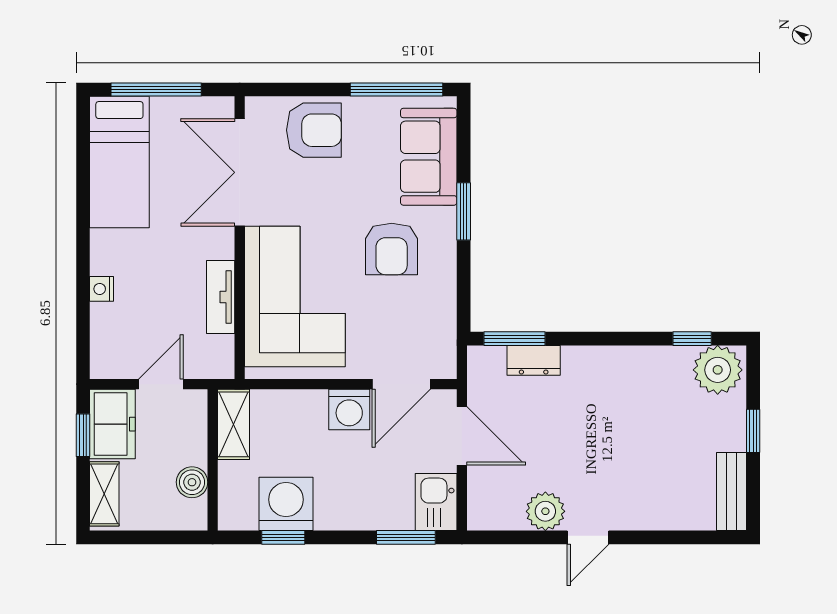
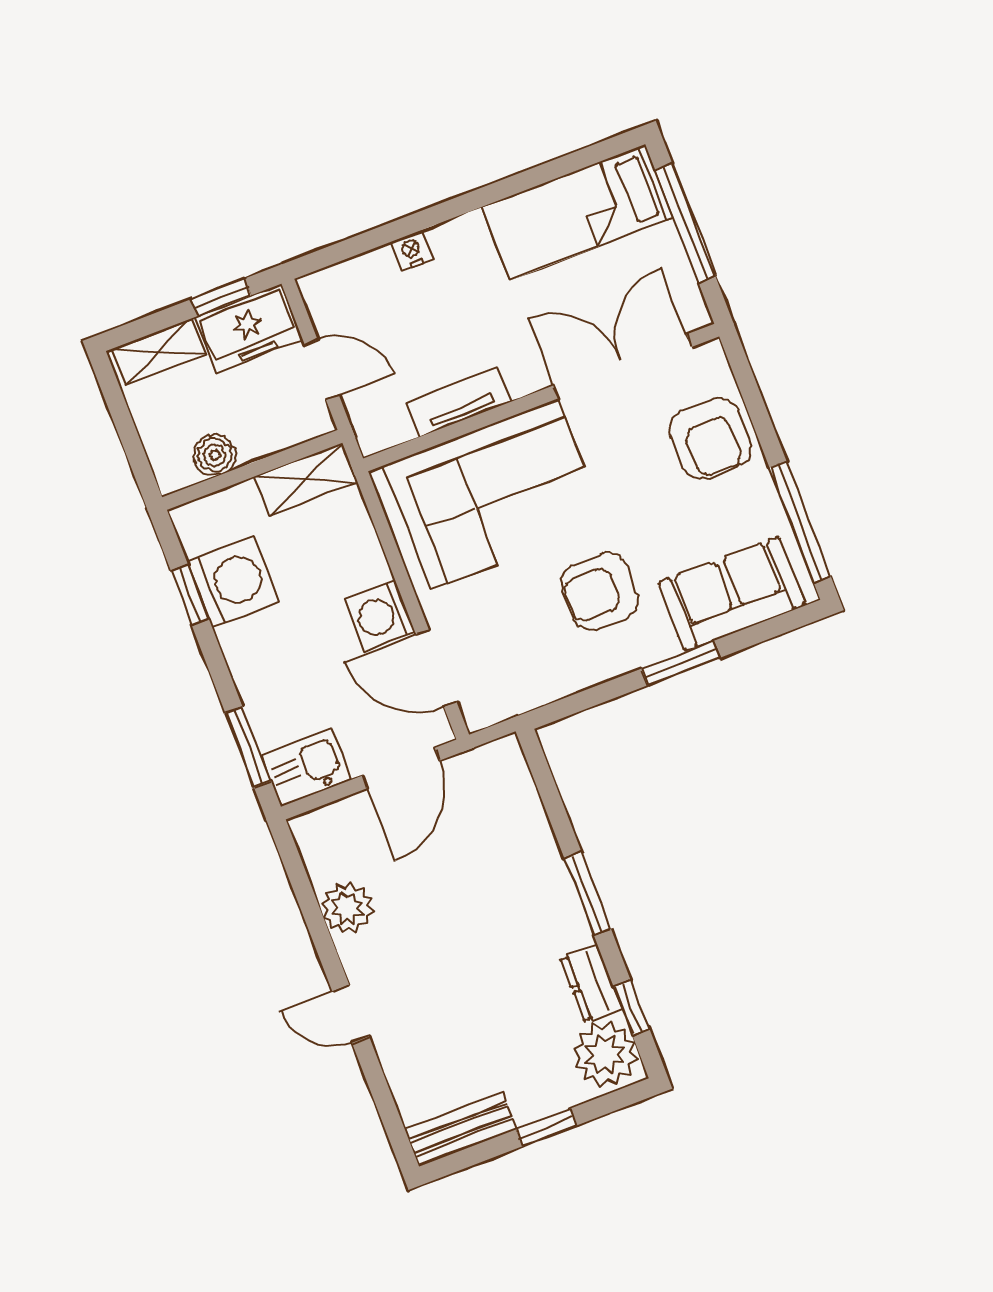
window: (514, 339) -> (588, 893), moved
dresser: (534, 360) -> (591, 983), moved
door: (588, 537) -> (351, 1014), moved

